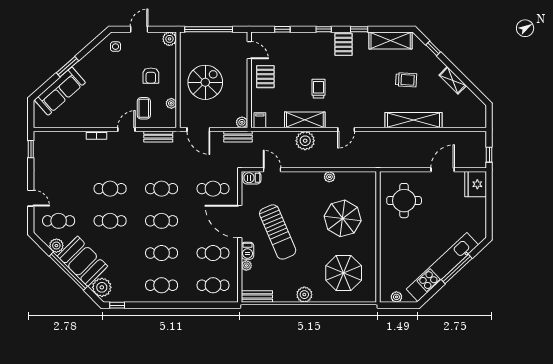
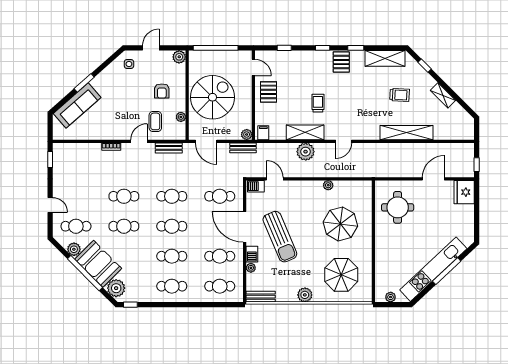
spiral stairs: (205, 82) -> (212, 97), width x1.37, depth x1.37

